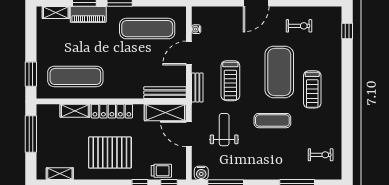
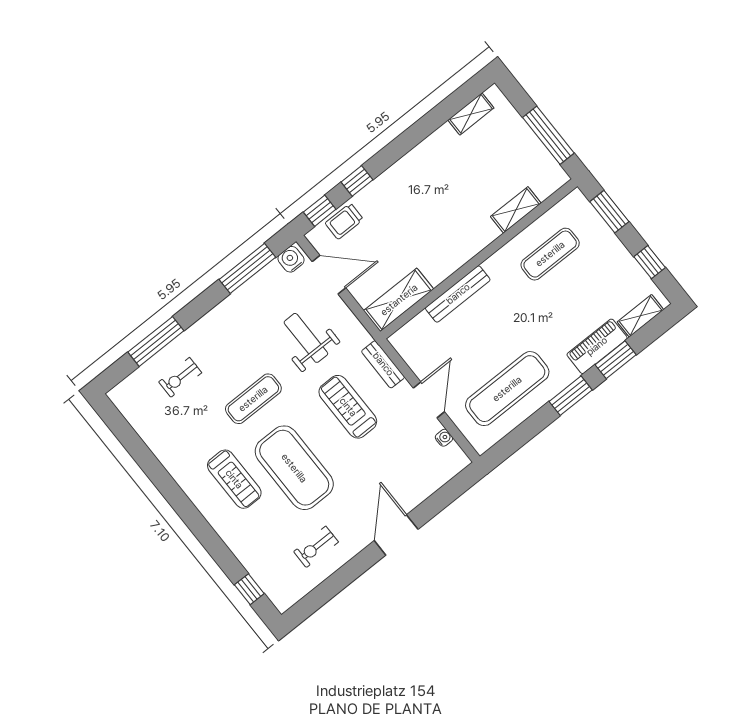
window: (31, 35) -> (650, 262), added
exercise mat: (75, 76) -> (550, 254), width x0.73, depth x0.69
treadmill: (312, 89) -> (234, 479), turned 180
bench: (165, 93) -> (458, 294), moved
locker: (112, 111) -> (468, 247), removed
weight bench: (224, 130) -> (306, 338), turned 180
door: (189, 134) -> (329, 275), moved
pallet: (110, 153) -> (428, 192), removed
exercise bike: (321, 155) -> (180, 377), moved

